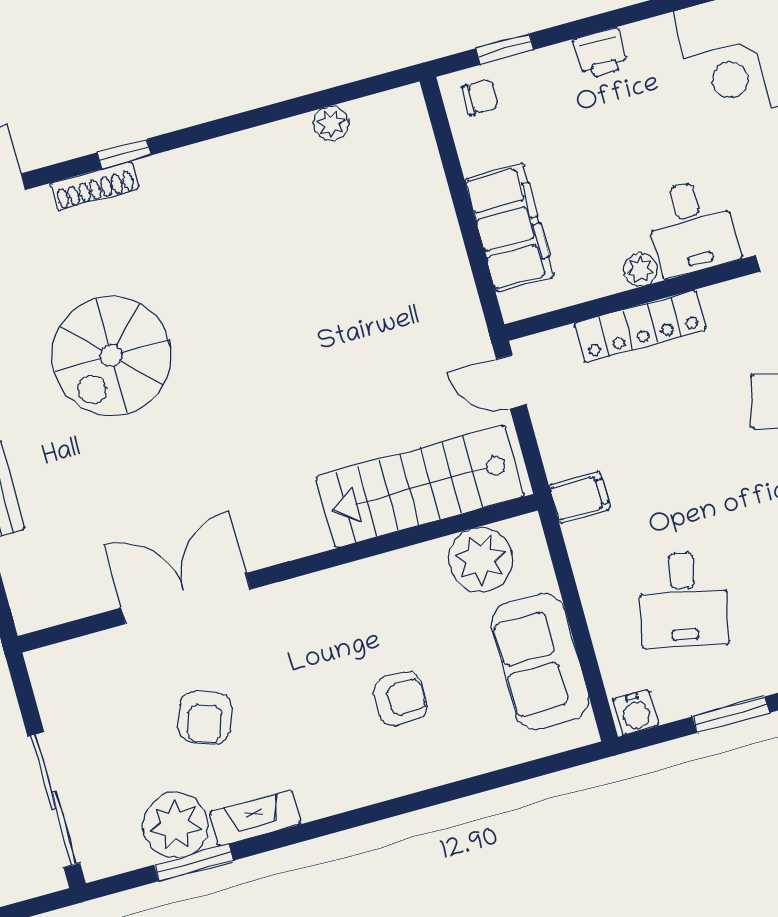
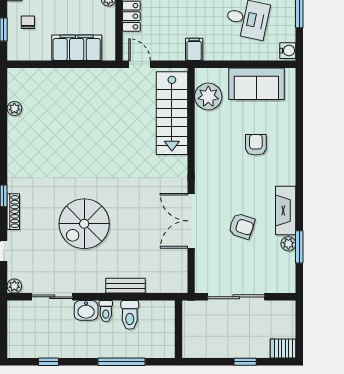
chair: (480, 97) -> (28, 22), moved
spiral stairs: (111, 356) -> (84, 224), turned 90
door: (511, 382) -> (139, 64), swing flipped
sliding door: (54, 800) -> (236, 297), moved
fireplace: (255, 818) -> (286, 211), width x1.37, depth x1.32
plant: (176, 825) -> (288, 244), width x0.53, depth x0.53

